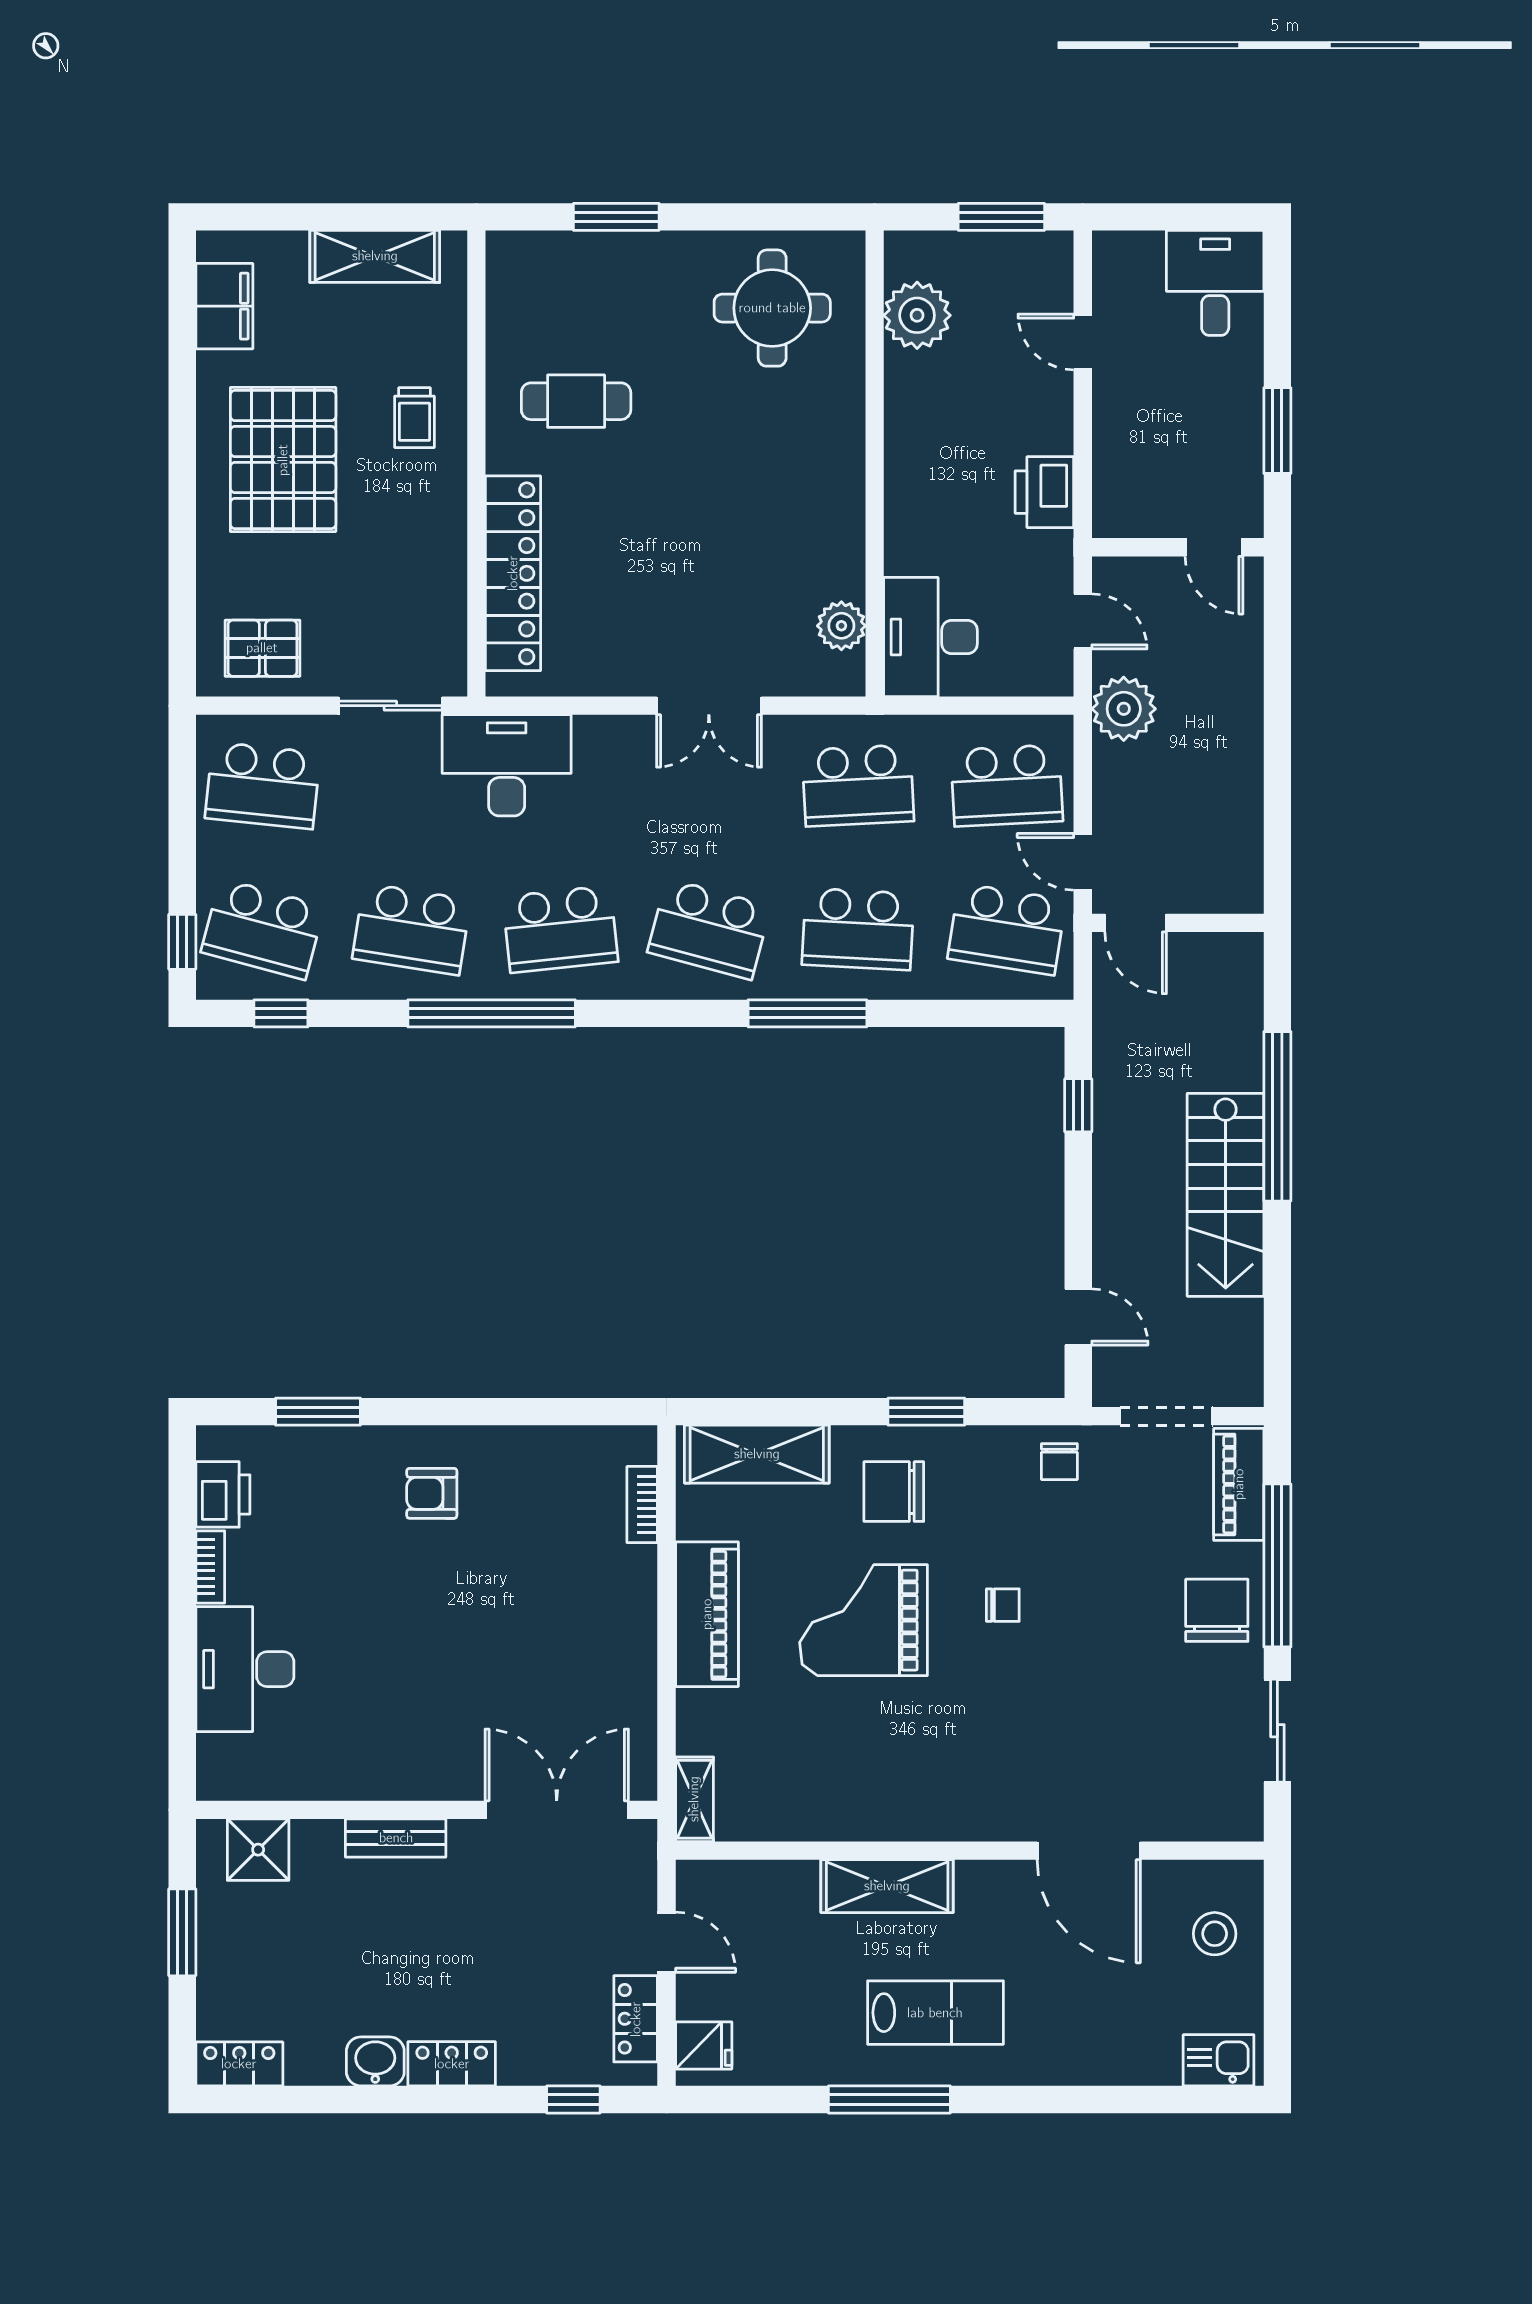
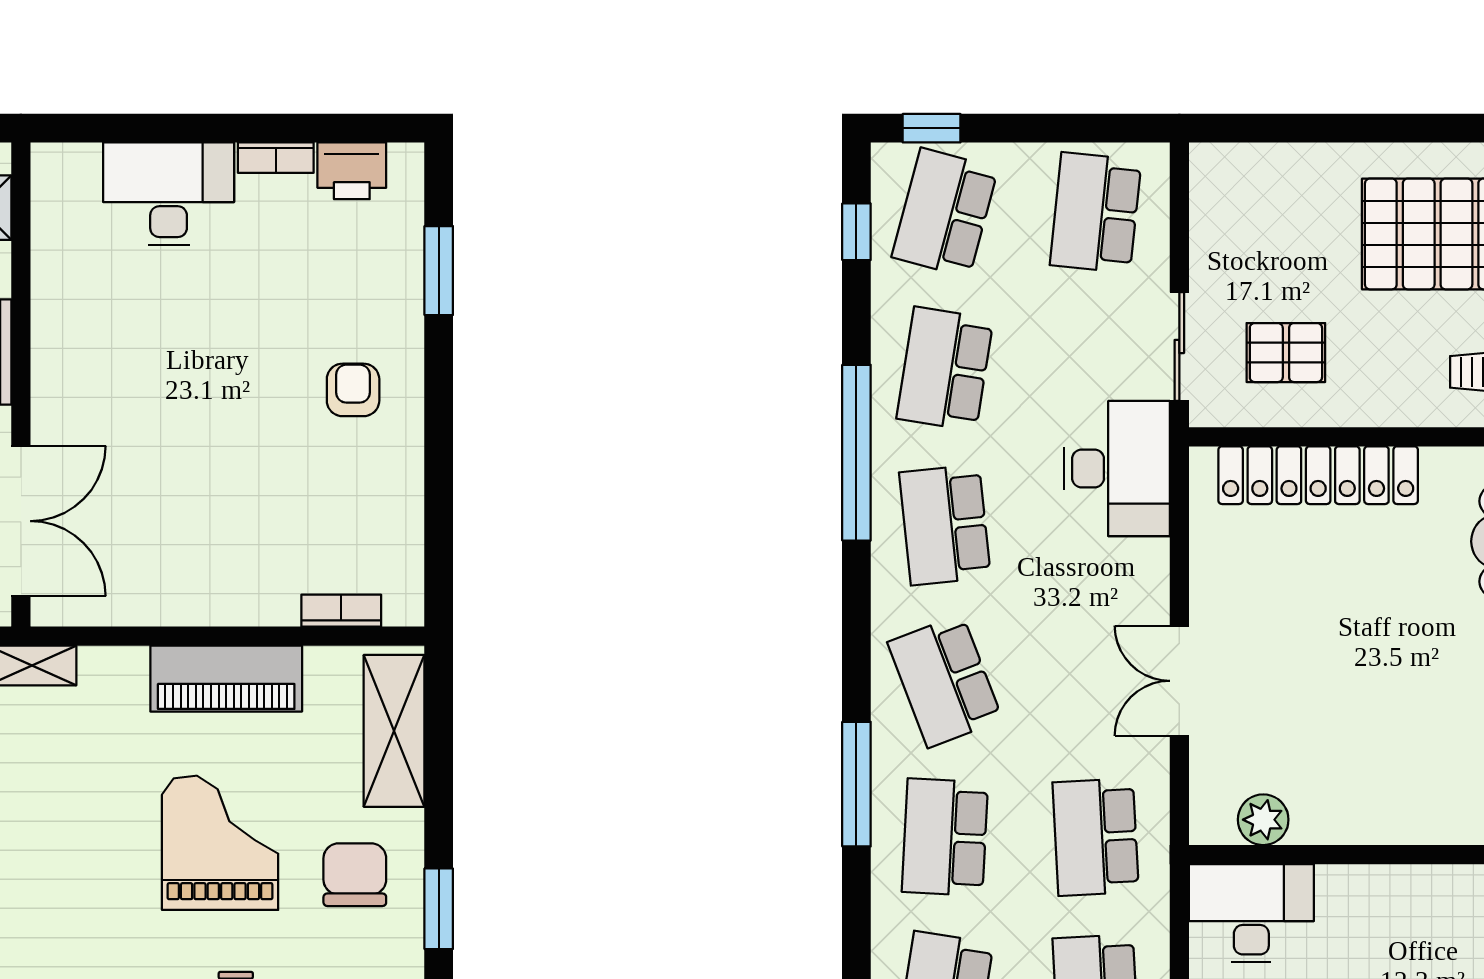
pallet: (262, 648) -> (1286, 353), moved, turned 90
school desk: (709, 929) -> (945, 681), turned -36

